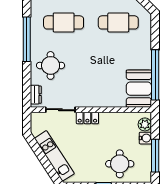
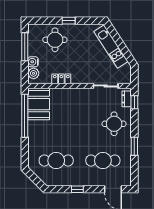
window: (27, 39) -> (134, 146), width x0.47
window: (27, 91) -> (134, 102), added
locker: (87, 118) -> (61, 79), moved

